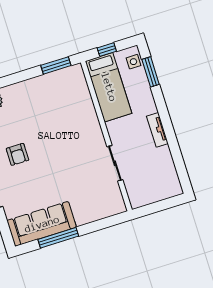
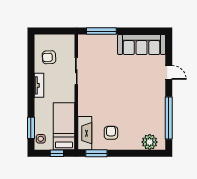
fireplace: (79, 87) -> (85, 133), added
armchair: (17, 154) -> (111, 133), moved
armchair: (156, 170) -> (49, 57), added
window: (58, 238) -> (101, 31), moved

